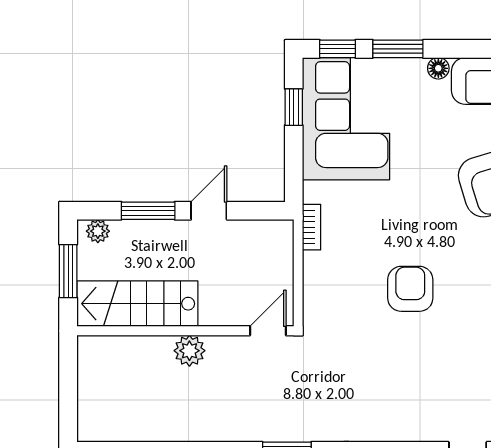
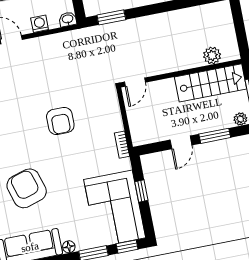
window: (294, 107) -> (141, 191), moved
plant: (189, 351) -> (212, 55), moved

